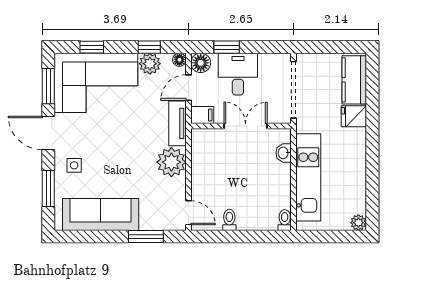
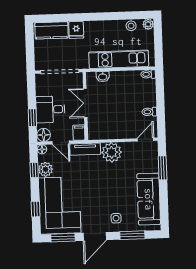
stool: (357, 197) -> (131, 26), added

